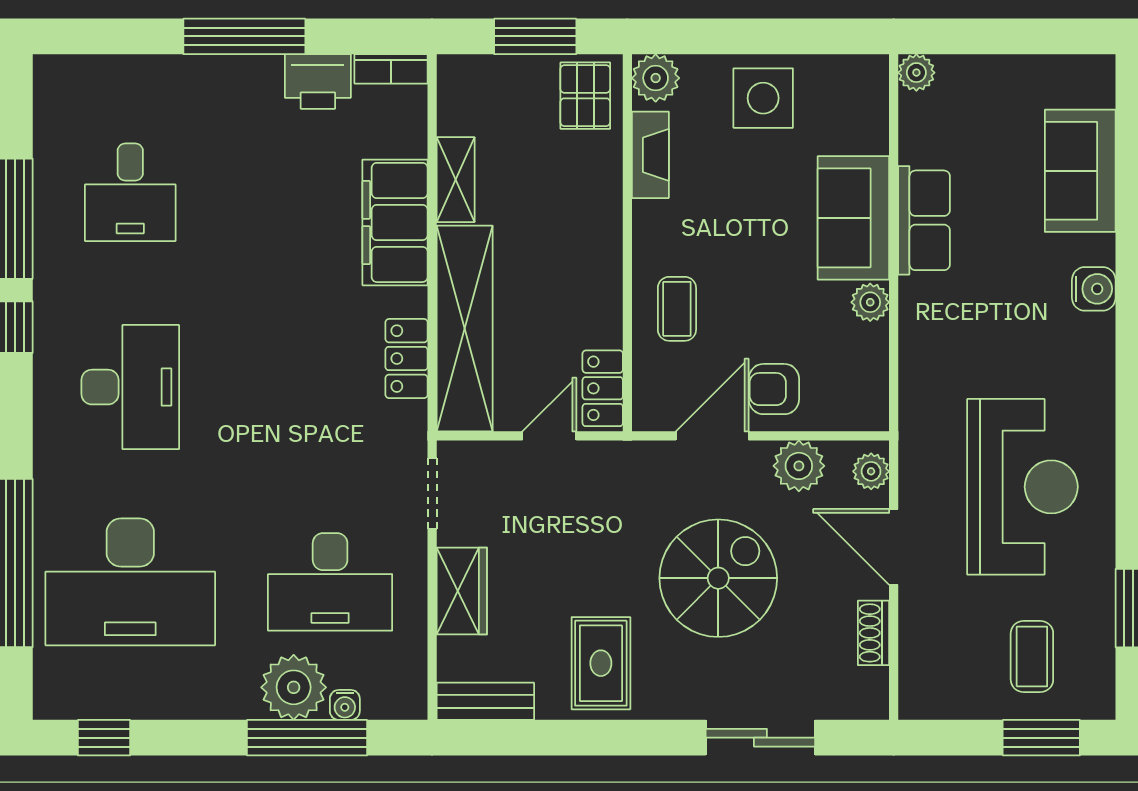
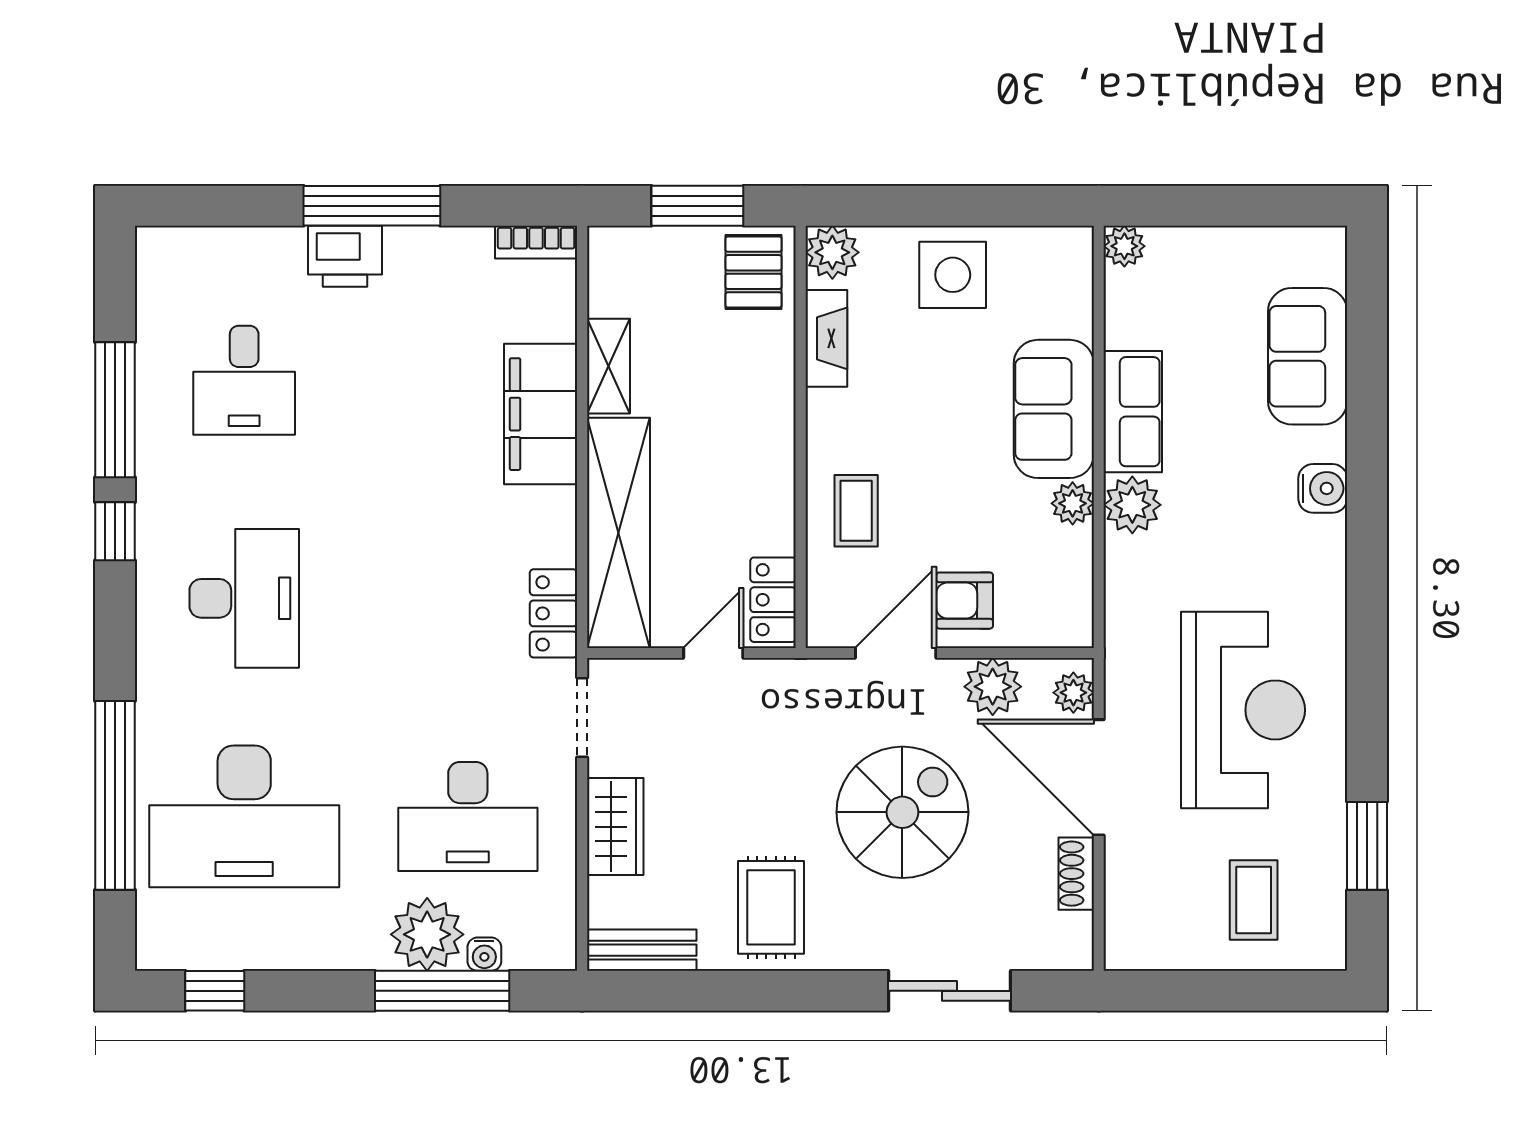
printer: (318, 81) -> (345, 256), moved
plant: (924, 304) -> (1132, 505), added
locker: (407, 359) -> (553, 613), moved
door: (894, 547) -> (1099, 777), width x1.36
window: (1041, 738) -> (1264, 991), removed

